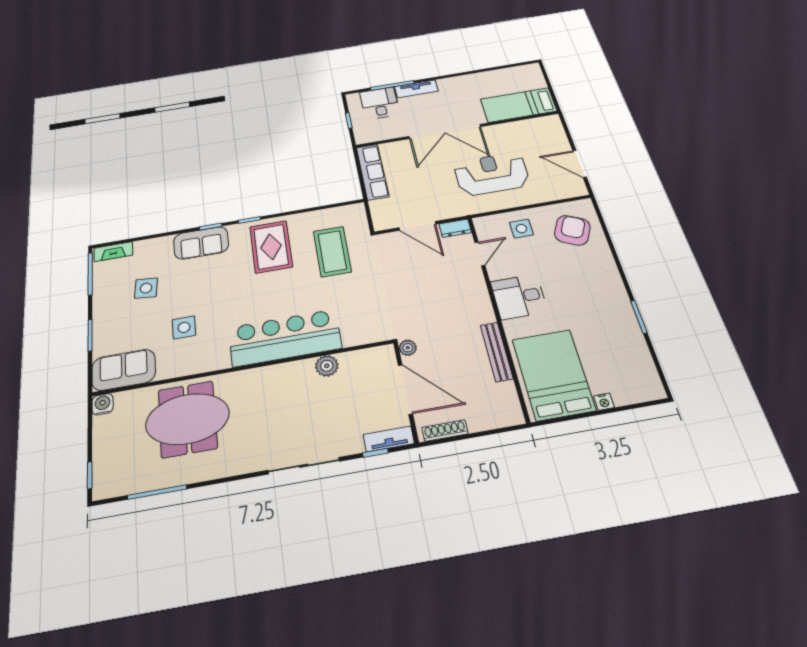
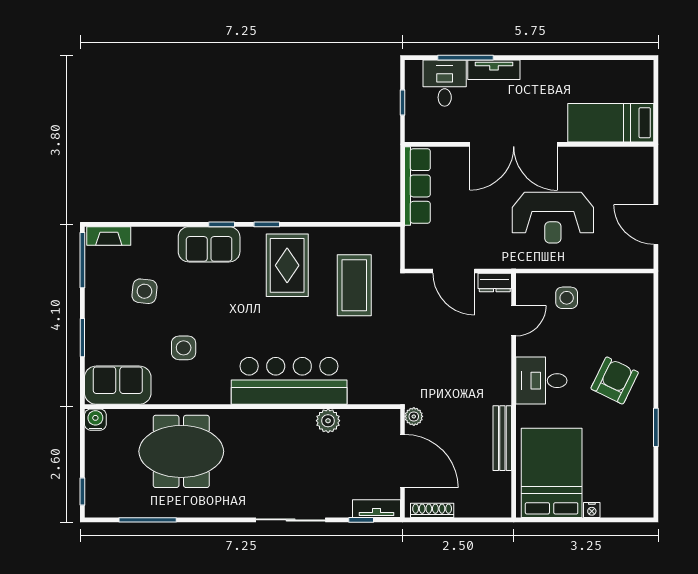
reception desk: (492, 174) -> (553, 218), turned 180
armchair: (572, 230) -> (615, 380), moved

